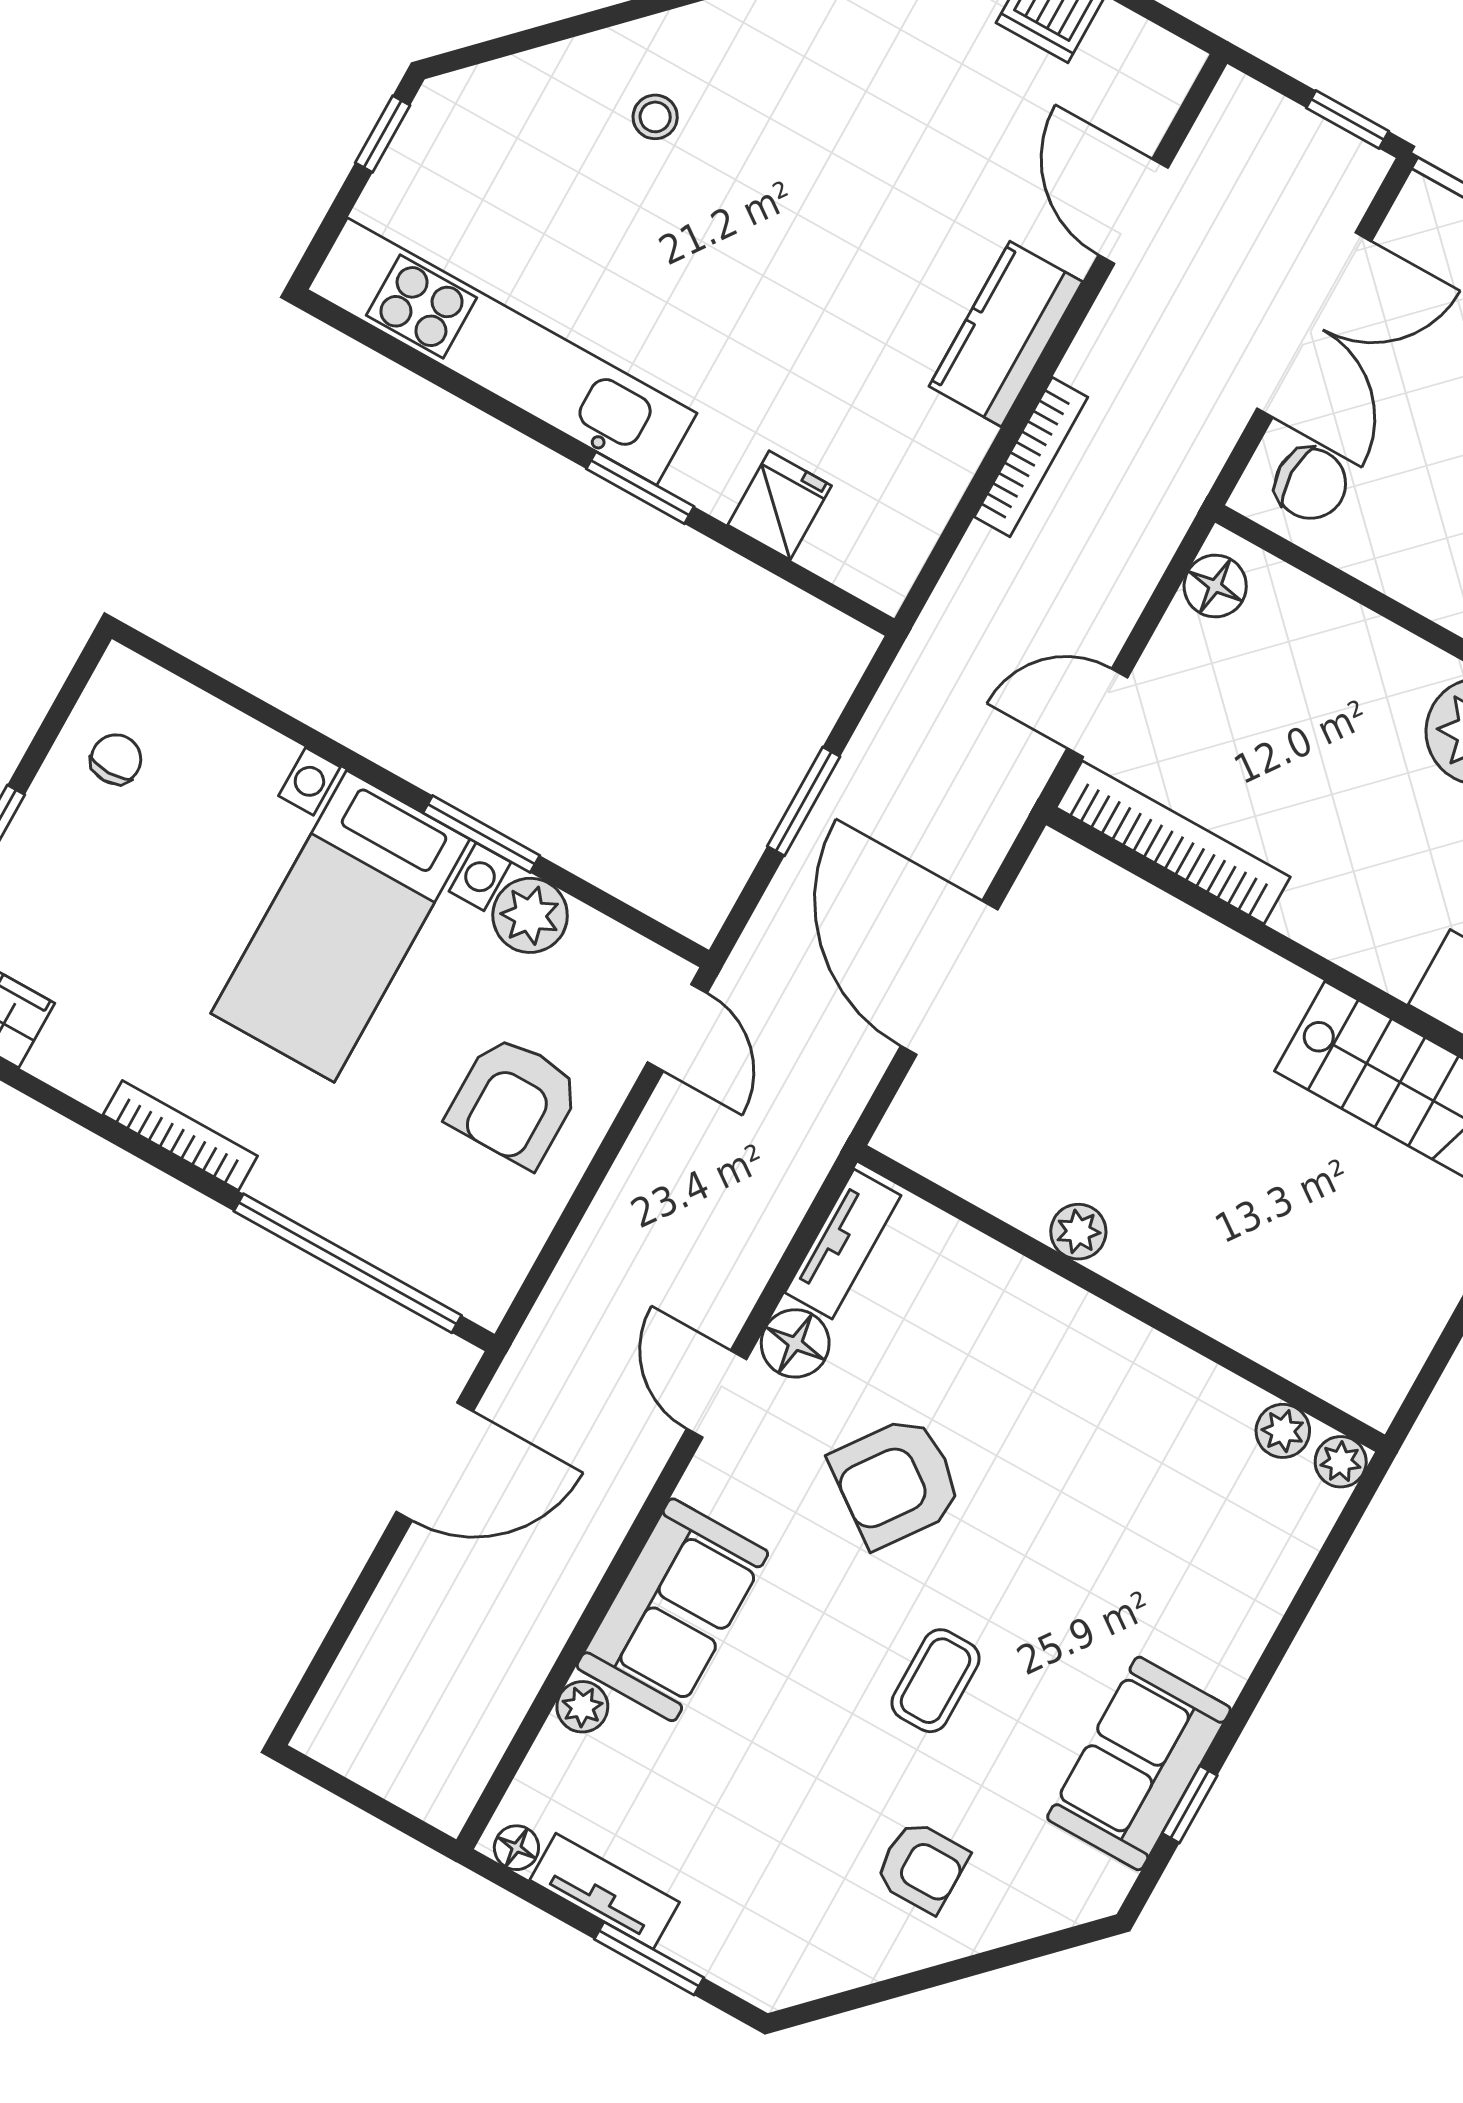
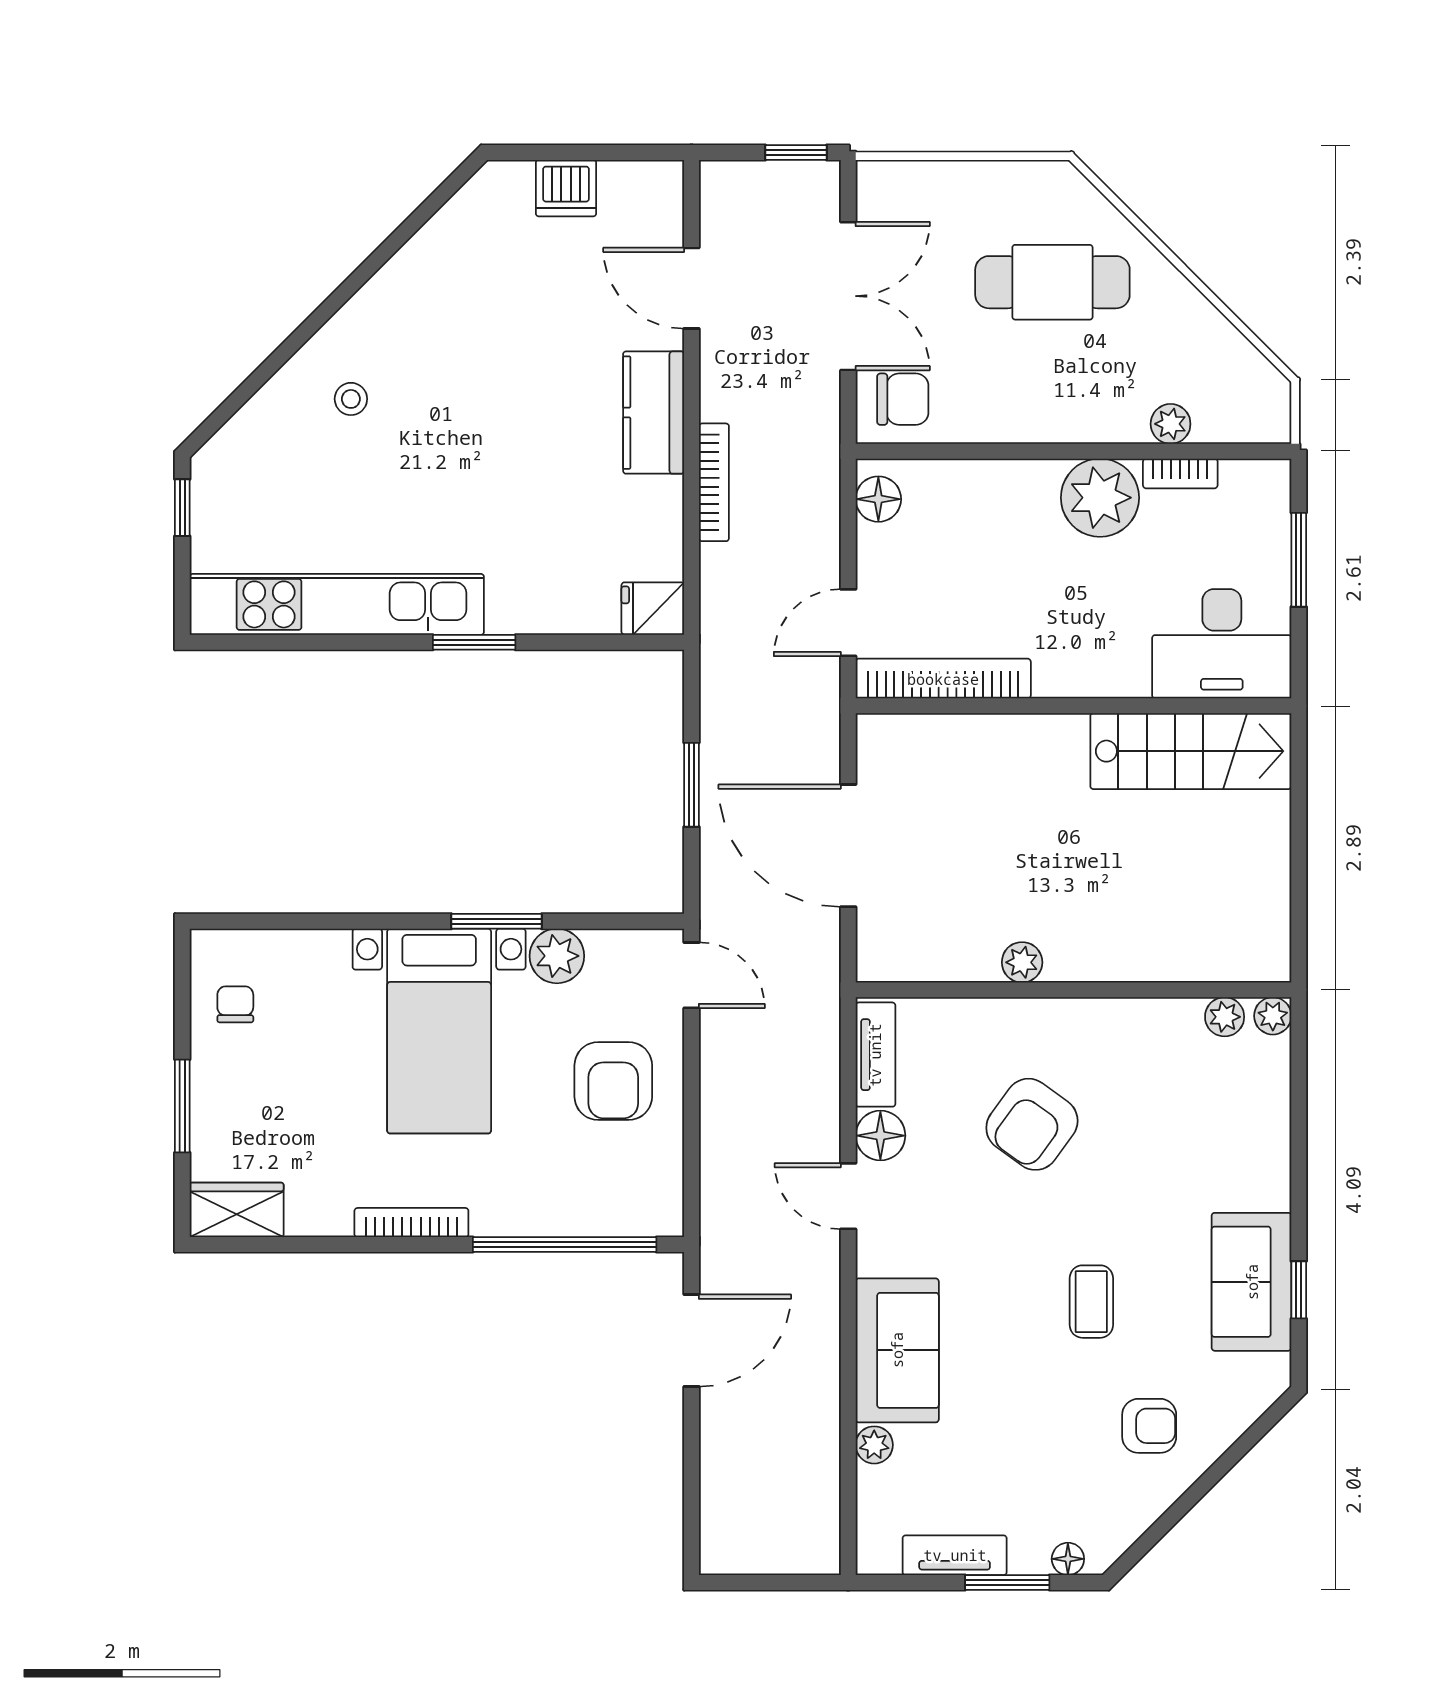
fridge: (780, 505) -> (653, 609), moved, turned -90
armchair: (896, 1482) -> (1032, 1124), moved
floor lamp: (516, 1848) -> (1068, 1559), moved

